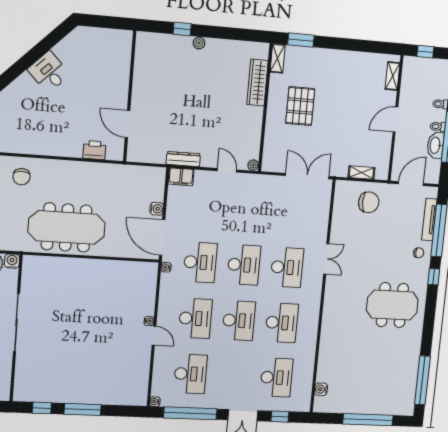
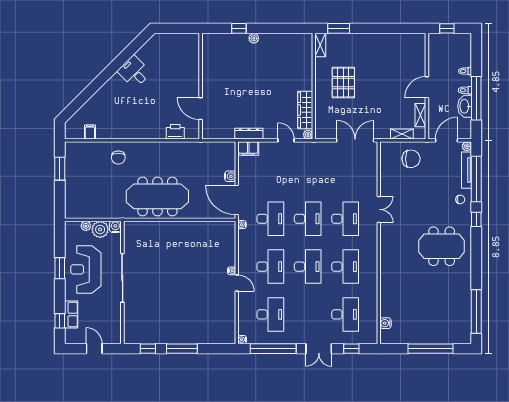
shelving: (393, 76) -> (420, 115), moved
wardrobe: (257, 83) -> (305, 110), moved
plant: (433, 192) -> (467, 146), added

